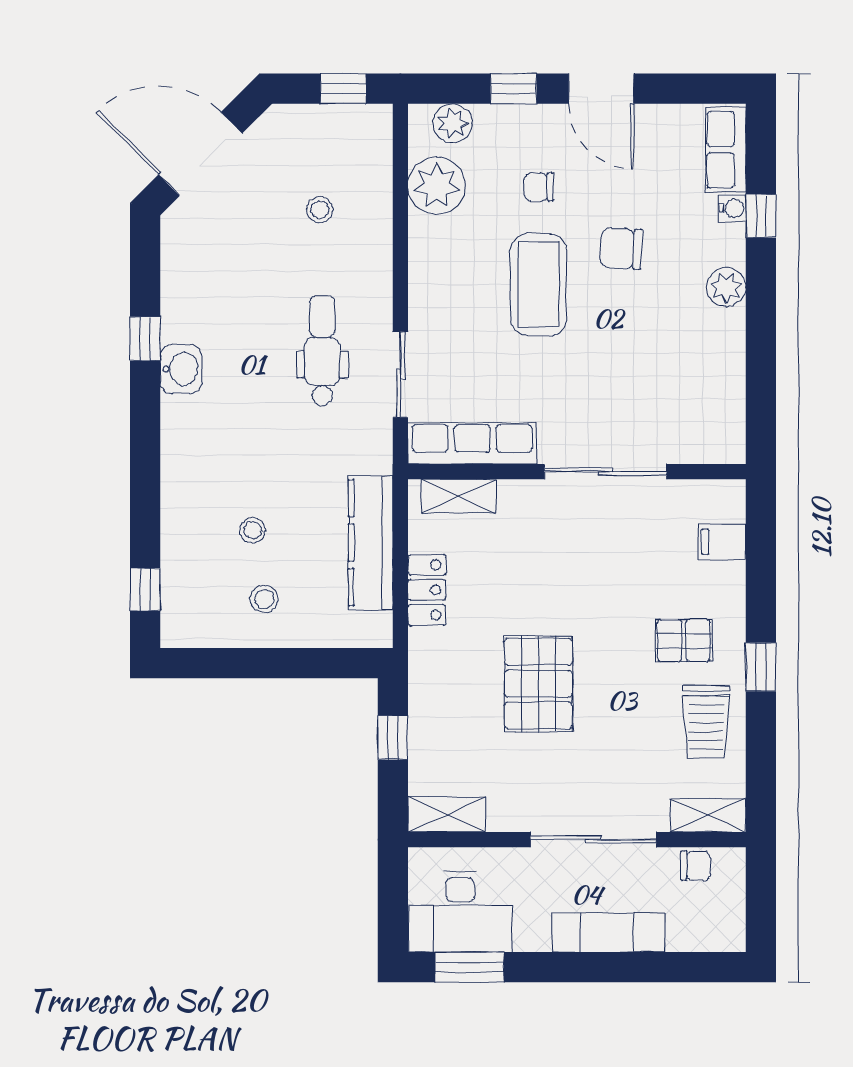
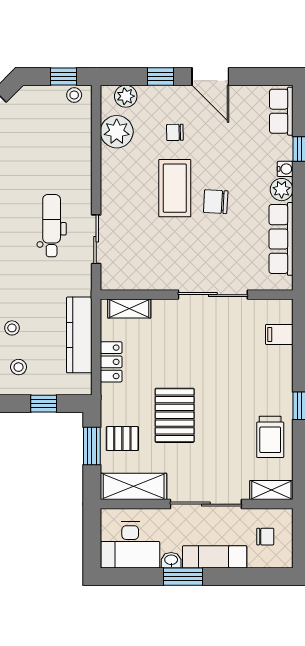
water cooler: (732, 208) -> (285, 169), moved
stool: (320, 210) -> (74, 95), moved
chair: (621, 248) -> (216, 202), moved
row of seats: (472, 443) -> (281, 239), moved, turned -90
pallet: (684, 641) -> (122, 439), moved
window: (308, 663) -> (44, 404), added
window: (393, 738) -> (92, 446), width x1.50
shelving: (447, 815) -> (134, 486), width x1.50, depth x1.33
chair: (696, 866) -> (265, 537), moved
washbasin: (532, 938) -> (171, 560), added
window: (469, 967) -> (183, 577), moved

